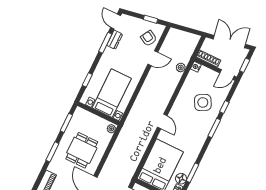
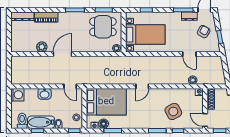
armchair: (149, 38) -> (204, 32), moved
dining table: (82, 150) -> (103, 27), moved

